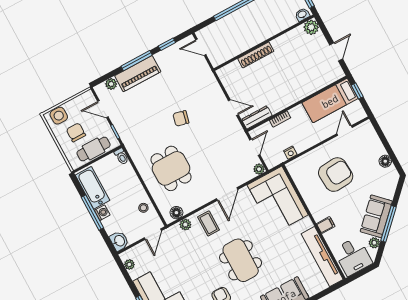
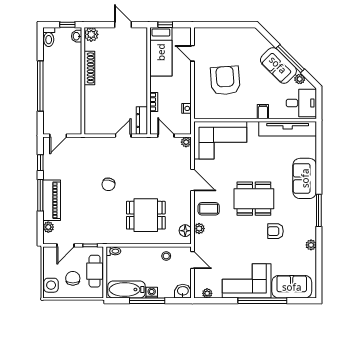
shoe rack: (256, 55) -> (89, 68), moved
chair: (76, 132) -> (73, 278), turned 90
floor lamp: (385, 161) -> (237, 33), removed

